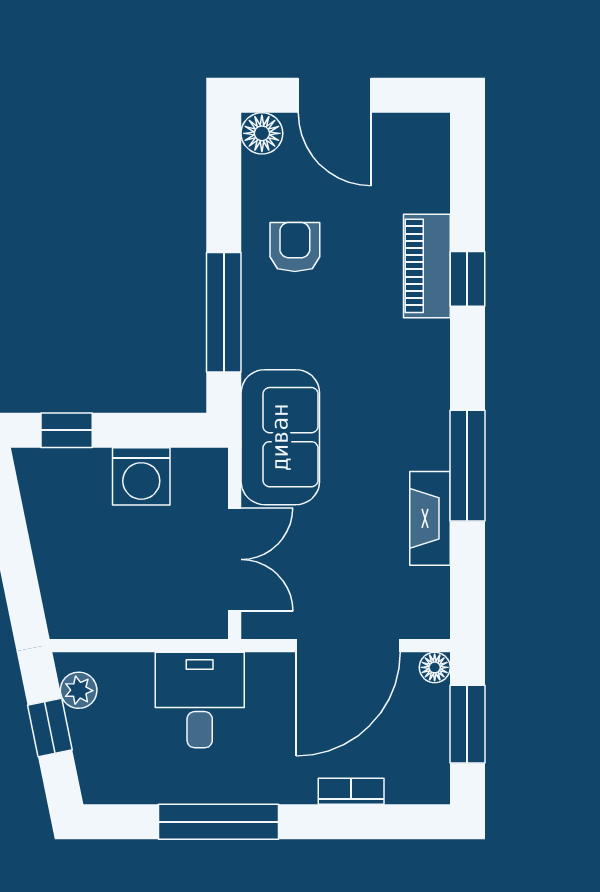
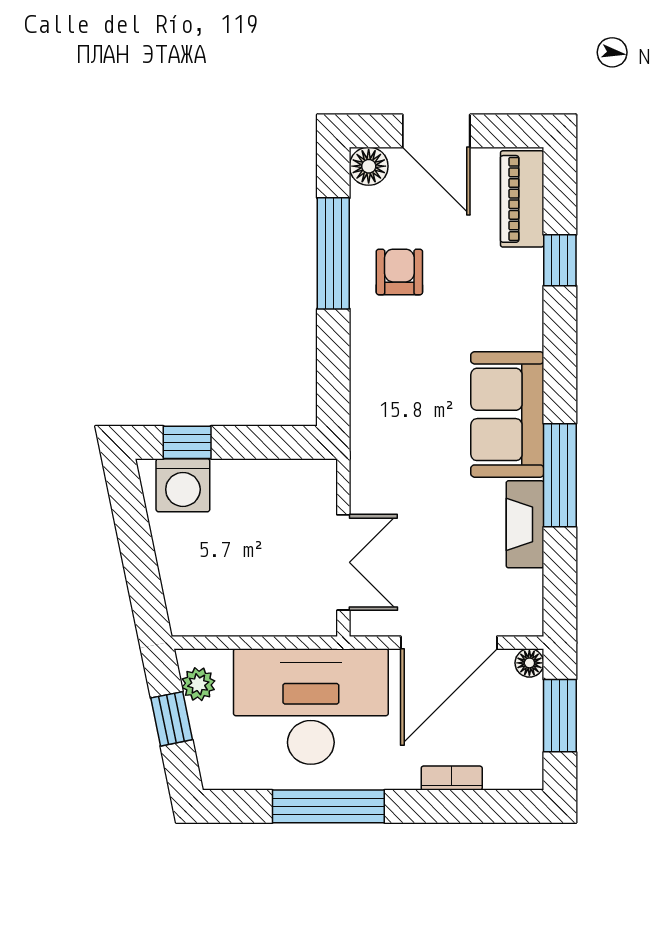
piano: (427, 266) -> (522, 199), moved
window: (467, 279) -> (560, 260), moved
window: (224, 312) -> (333, 253), moved
sofa: (280, 437) -> (507, 414), moved, turned 180
washing machine: (141, 476) -> (183, 485), moved
desk: (200, 700) -> (311, 707), width x1.87, depth x1.30

